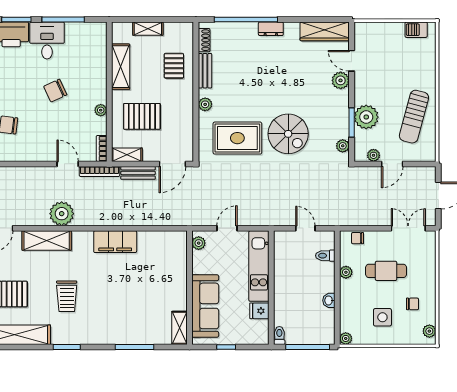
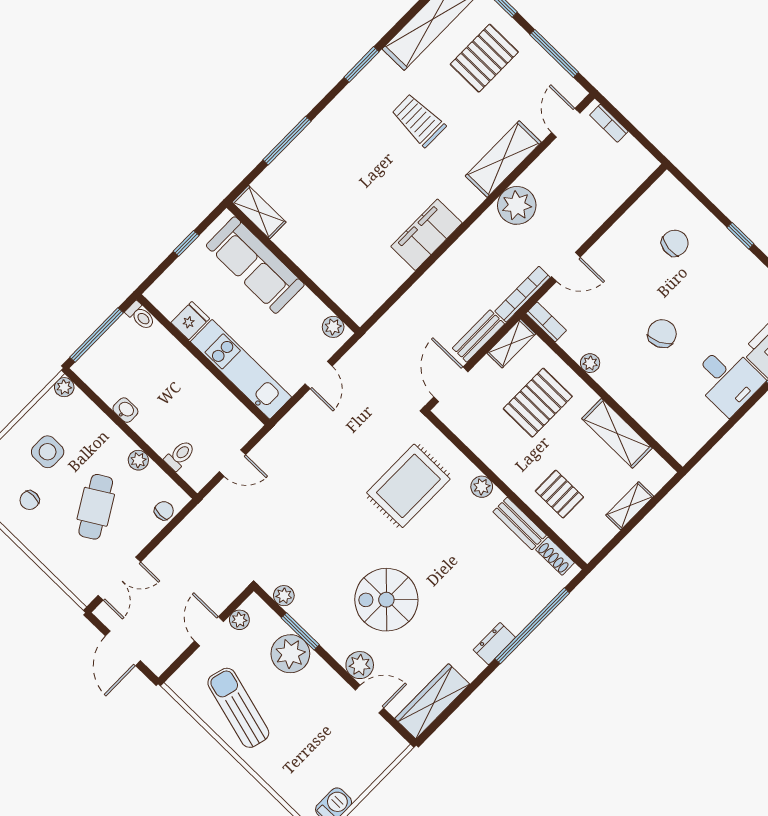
window: (63, 19) -> (733, 421), removed
spiral stairs: (288, 134) -> (386, 600), moved
cafe table: (386, 271) -> (96, 507), turned -31

